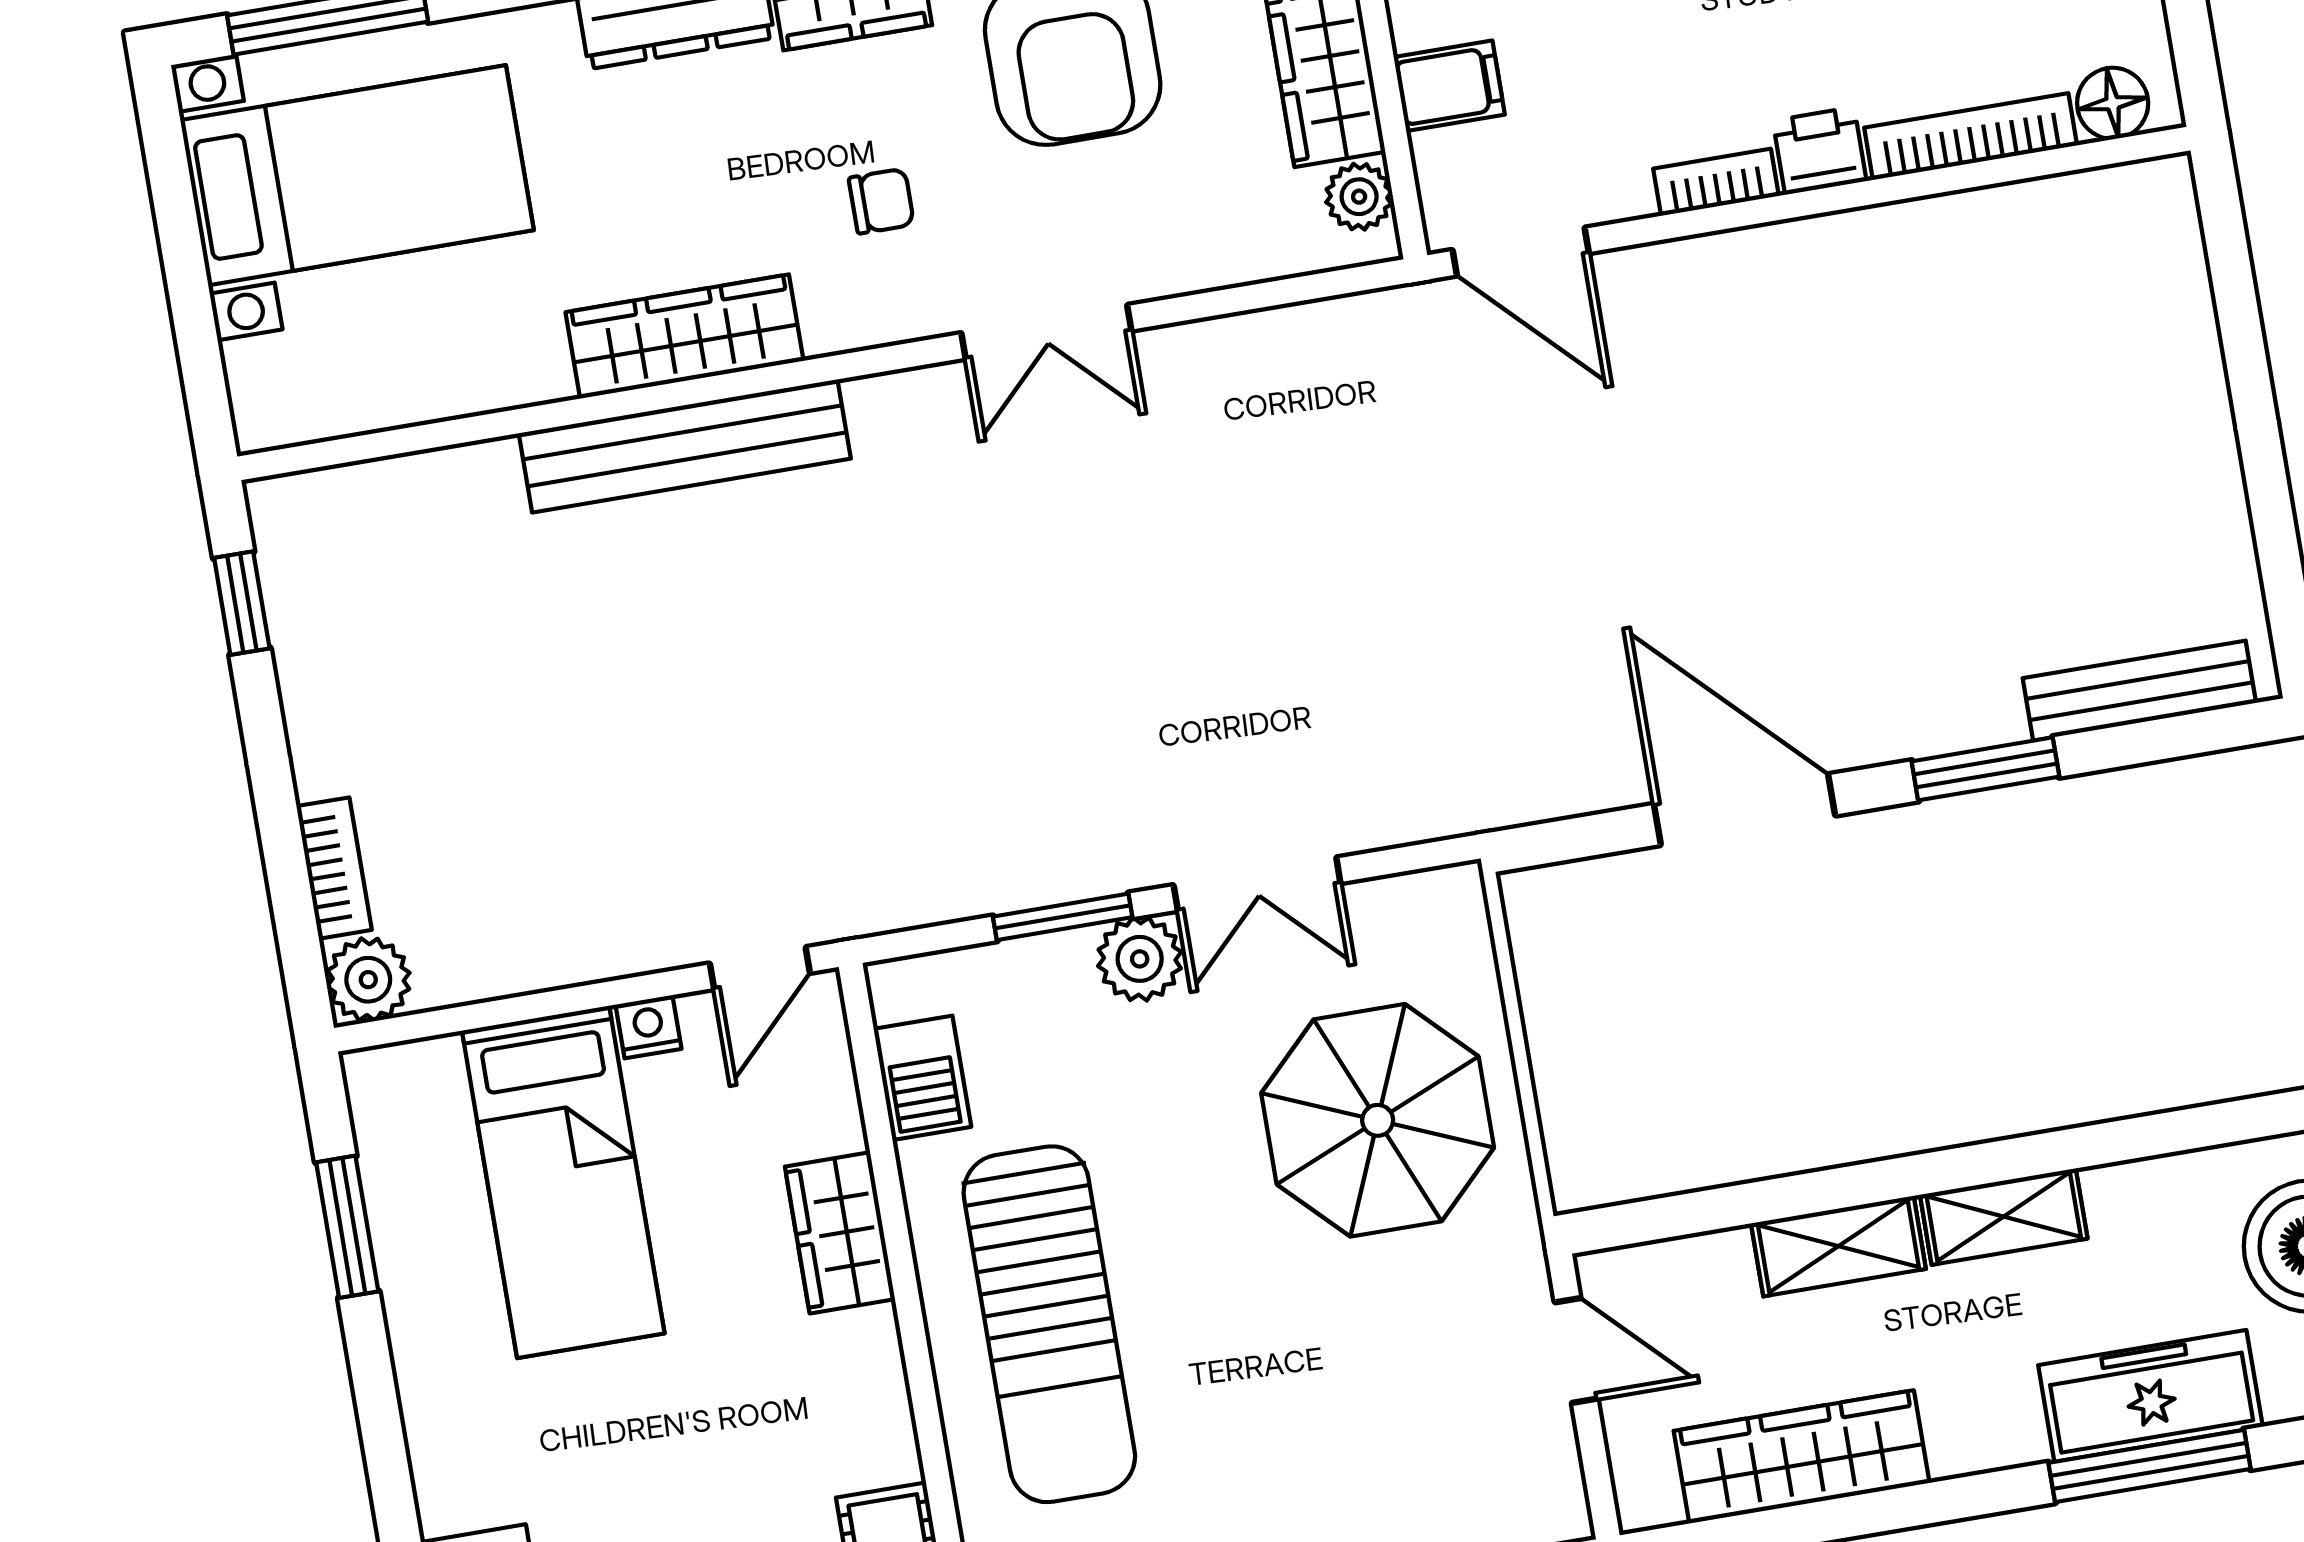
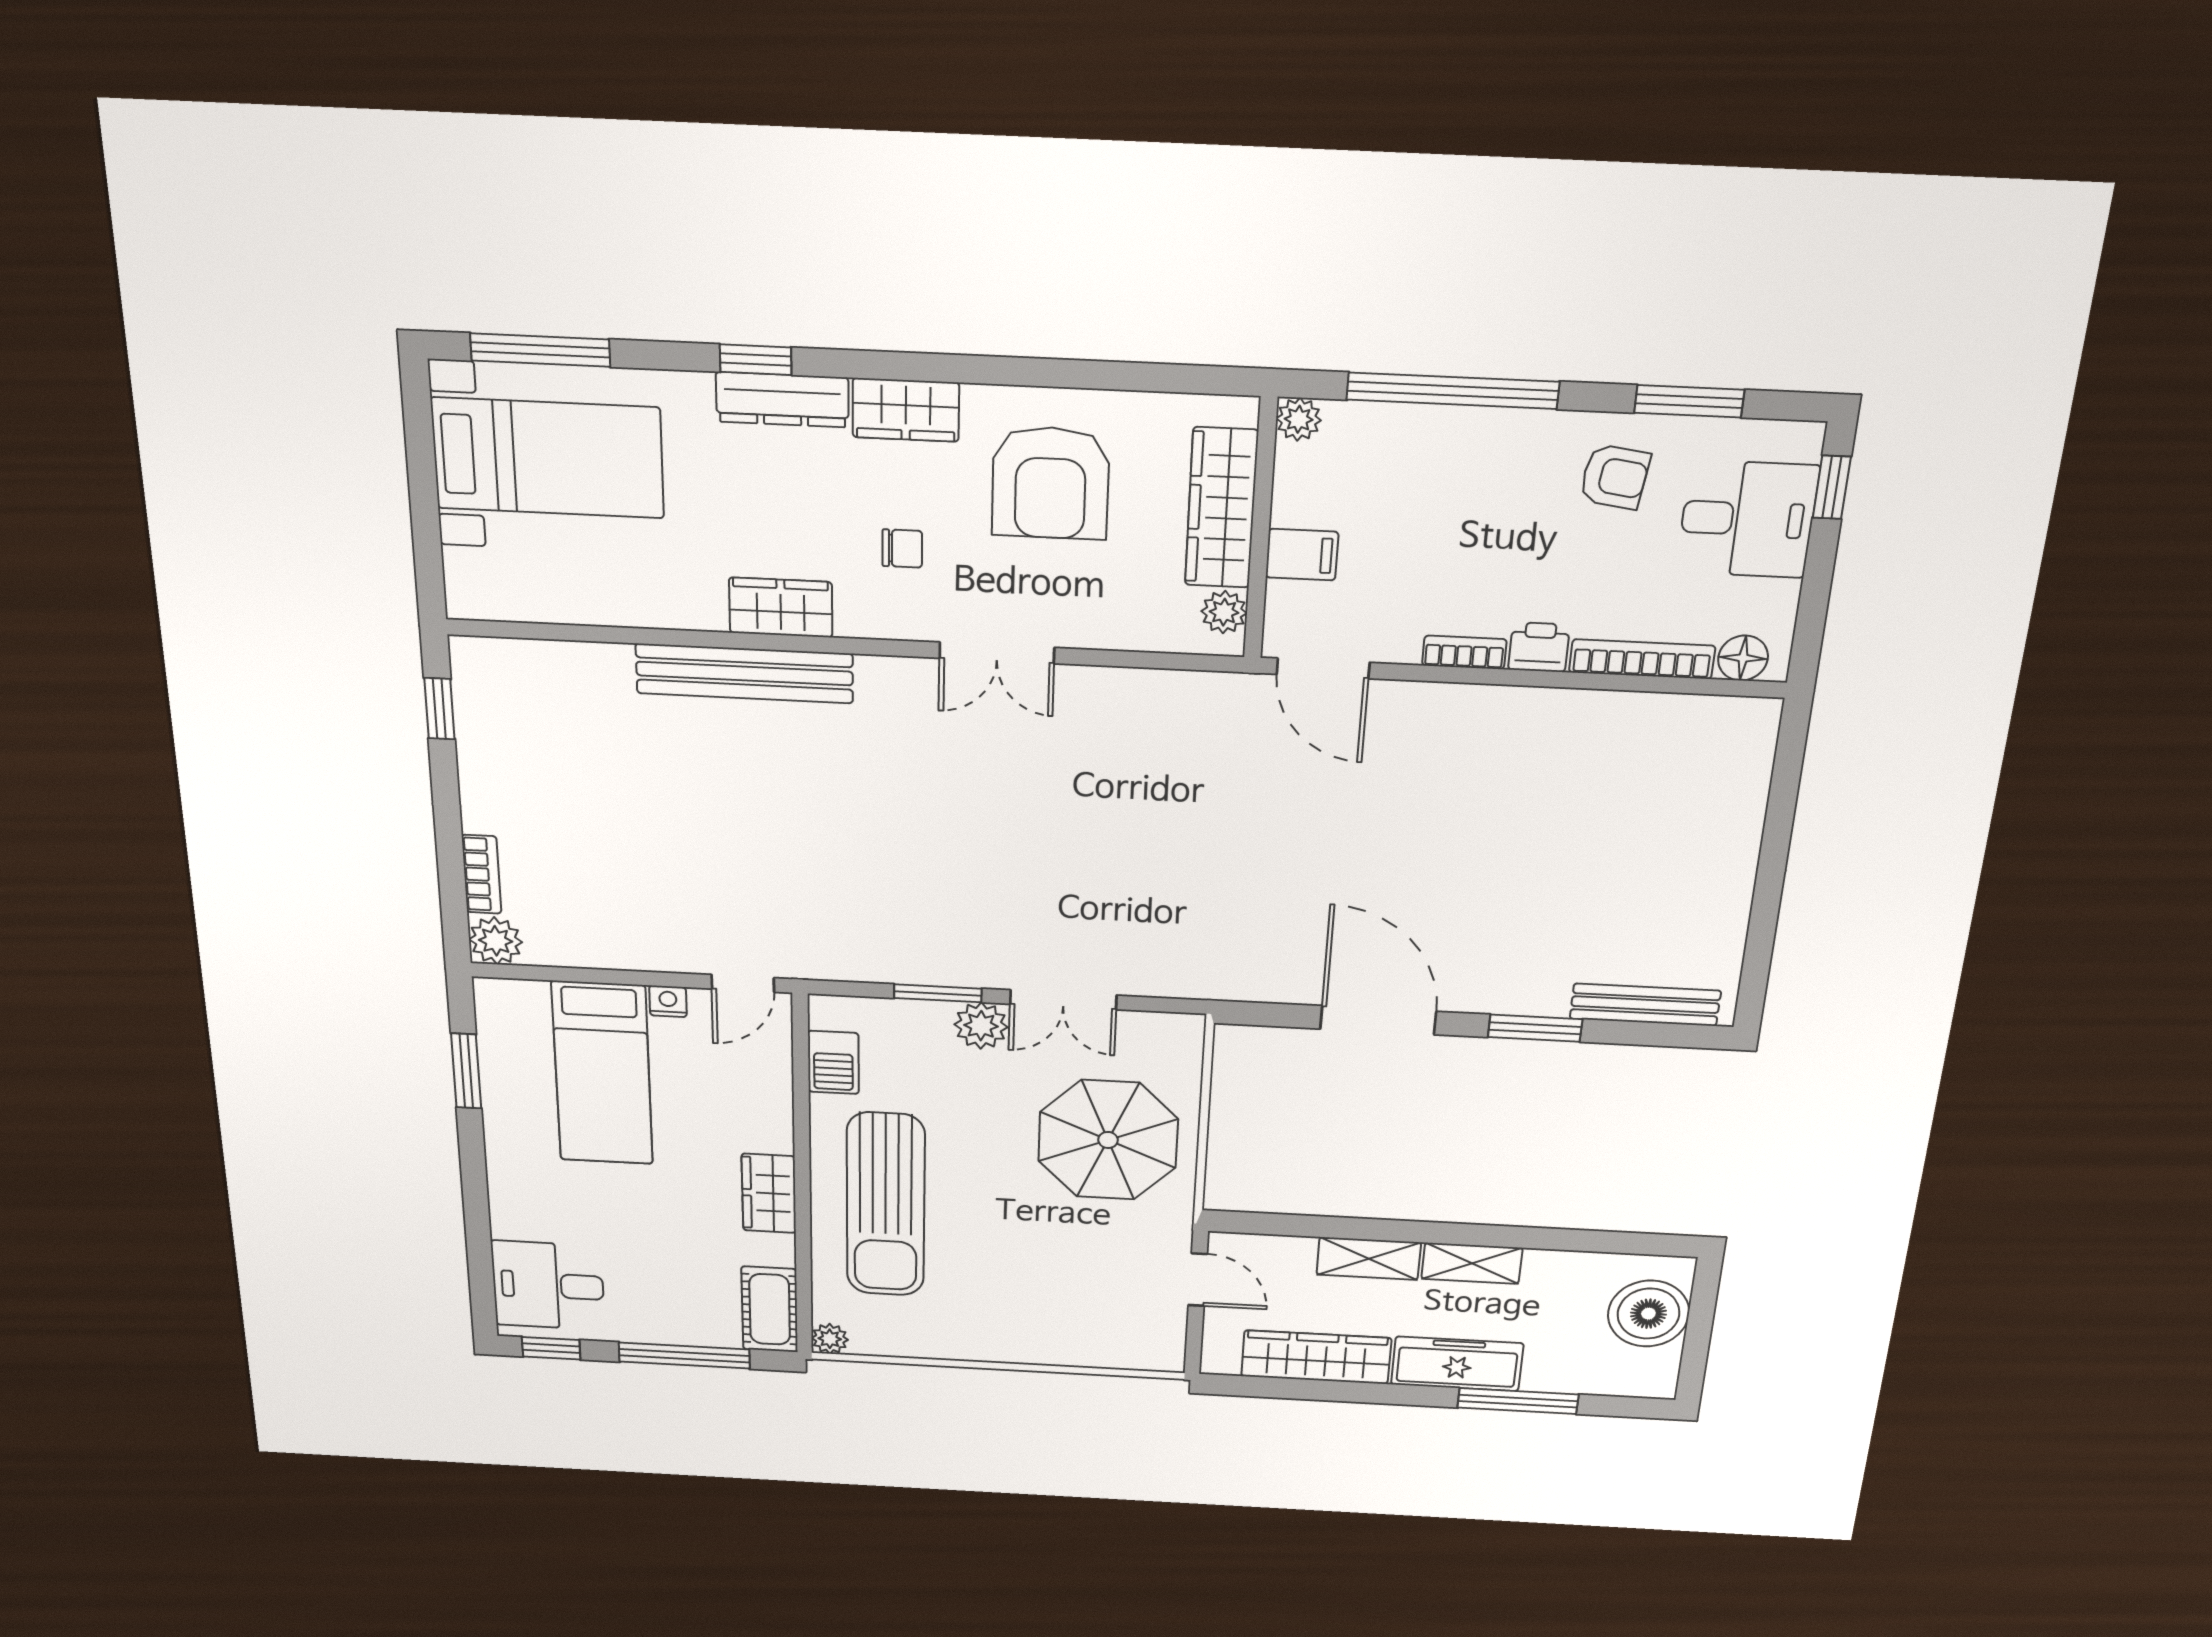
wardrobe: (685, 336) -> (781, 607), width x0.67
wardrobe: (840, 1233) -> (769, 1193), moved
freezer: (2150, 1396) -> (1457, 1364), moved

